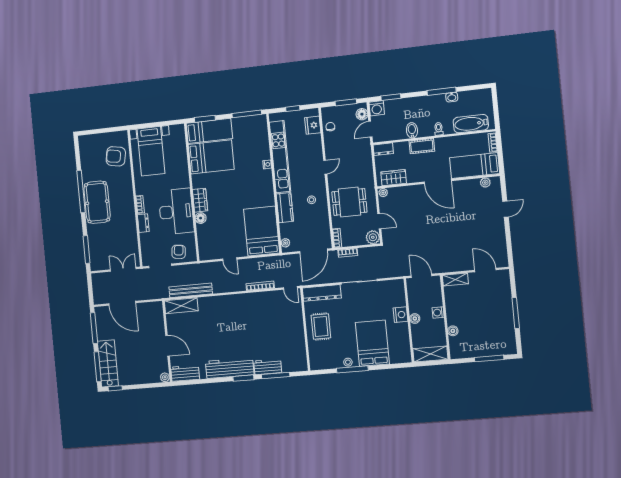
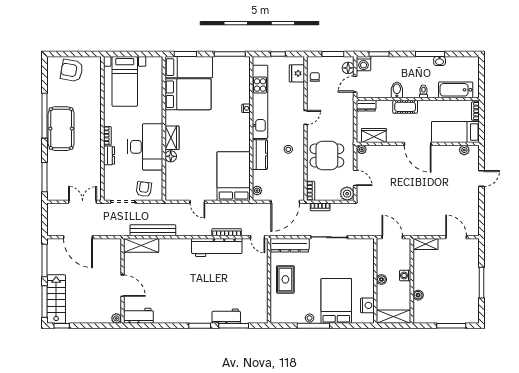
armchair: (116, 156) -> (72, 70), moved
nightstand: (400, 315) -> (367, 305), moved
workbench: (230, 368) -> (217, 247), moved, turned 180

